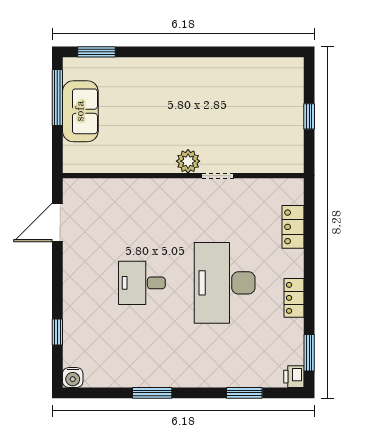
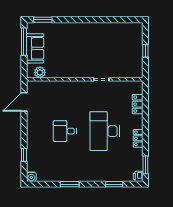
plant: (188, 161) -> (40, 72), moved

